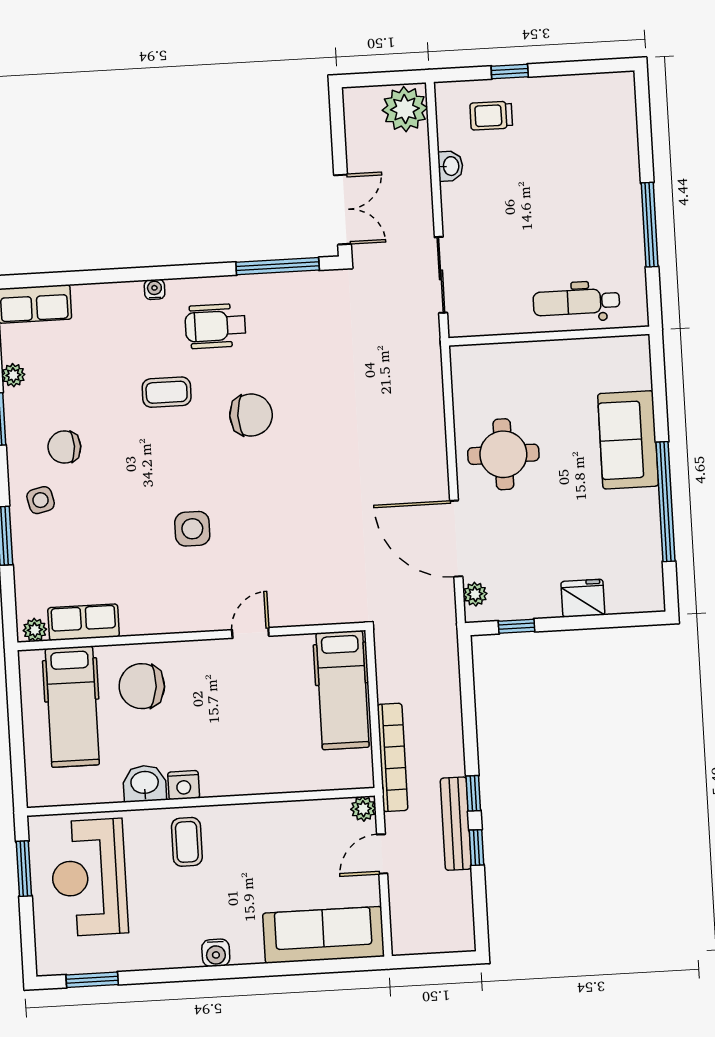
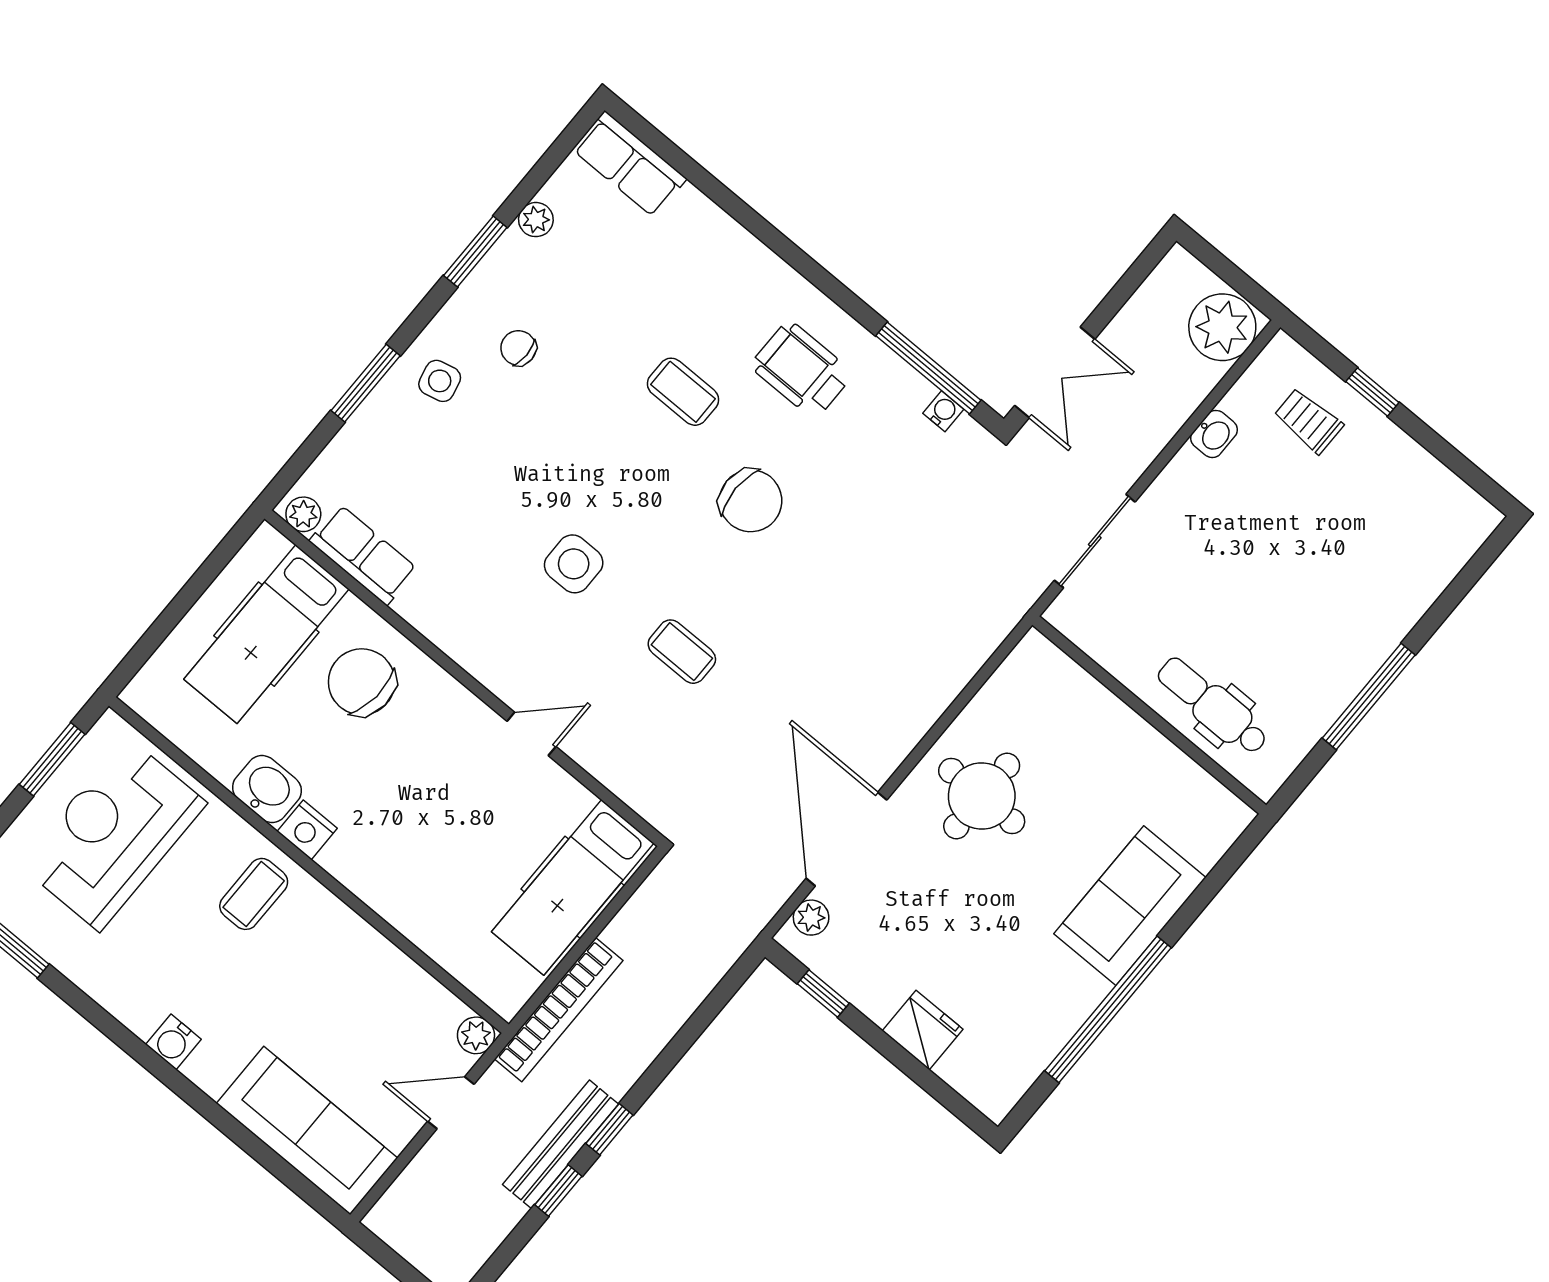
water cooler: (155, 289) -> (943, 411), moved
chair: (64, 447) -> (518, 348), width x0.73, depth x0.73
coffee table: (287, 522) -> (682, 652), added

